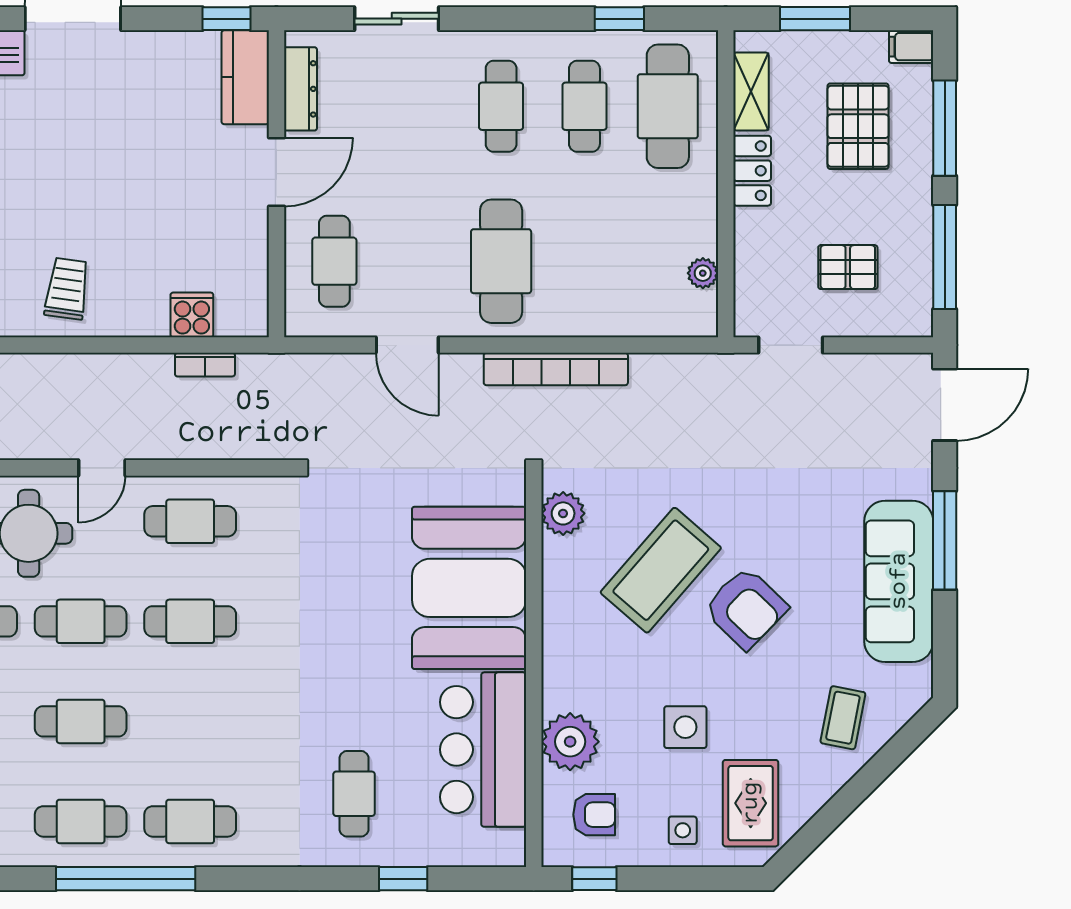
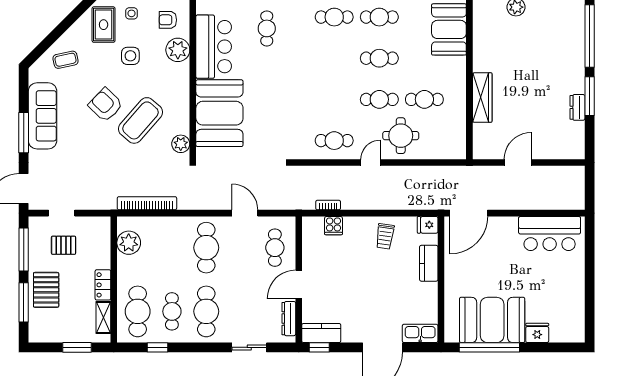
filing cabinet: (911, 47) -> (37, 336), removed
kitchen counter: (245, 77) -> (321, 333), moved, turned -90
cafe table: (501, 106) -> (206, 311), width x1.37, depth x1.35
pallet: (858, 126) -> (46, 290), moved
plant: (703, 273) -> (129, 243), width x1.88, depth x1.88
doorway: (791, 345) -> (62, 213), moved
bookcase: (556, 369) -> (147, 203), moved
cafe table: (190, 621) -> (334, 99), removed
coffee table: (843, 718) -> (66, 60), turned 67

